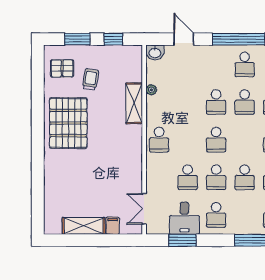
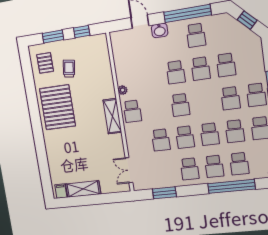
washbasin: (155, 53) -> (160, 30), moved
pallet: (62, 68) -> (45, 63), turned 90
plant: (151, 90) -> (123, 90), moved
shelving: (134, 103) -> (112, 116), moved
school desk: (245, 215) -> (214, 166), added
desk: (184, 218) -> (163, 174), removed
filing cabinet: (113, 226) -> (61, 191), moved

